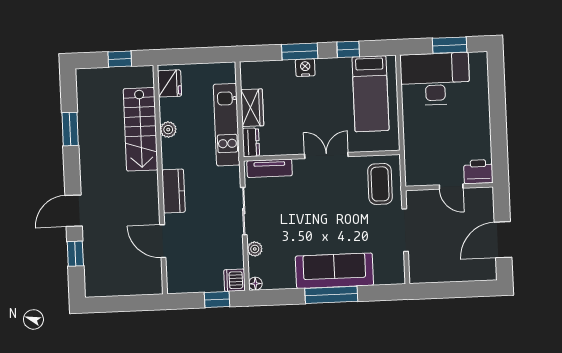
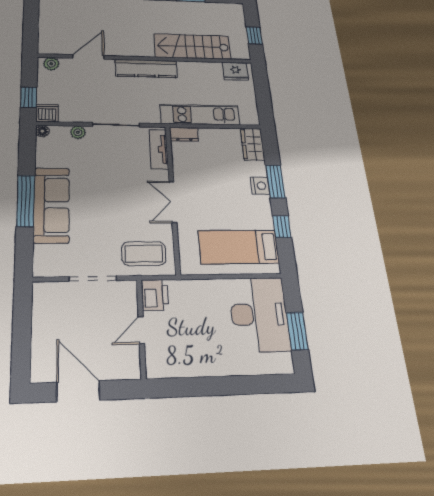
wardrobe: (252, 108) -> (253, 144), moved, turned 90
plant: (168, 130) -> (51, 64), moved
double door: (326, 155) -> (173, 202), swing flipped
printer: (478, 172) -> (155, 295), moved
kitchen counter: (173, 191) -> (146, 68), width x1.50

